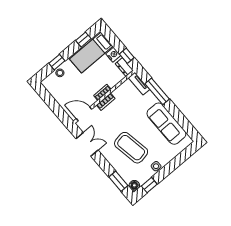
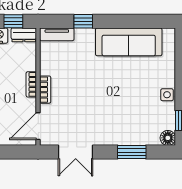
window: (157, 91) -> (83, 21), width x0.46
double door: (87, 144) -> (76, 152), swing flipped
coffee table: (131, 148) -> (122, 105), removed
window: (118, 181) -> (132, 152), moved

